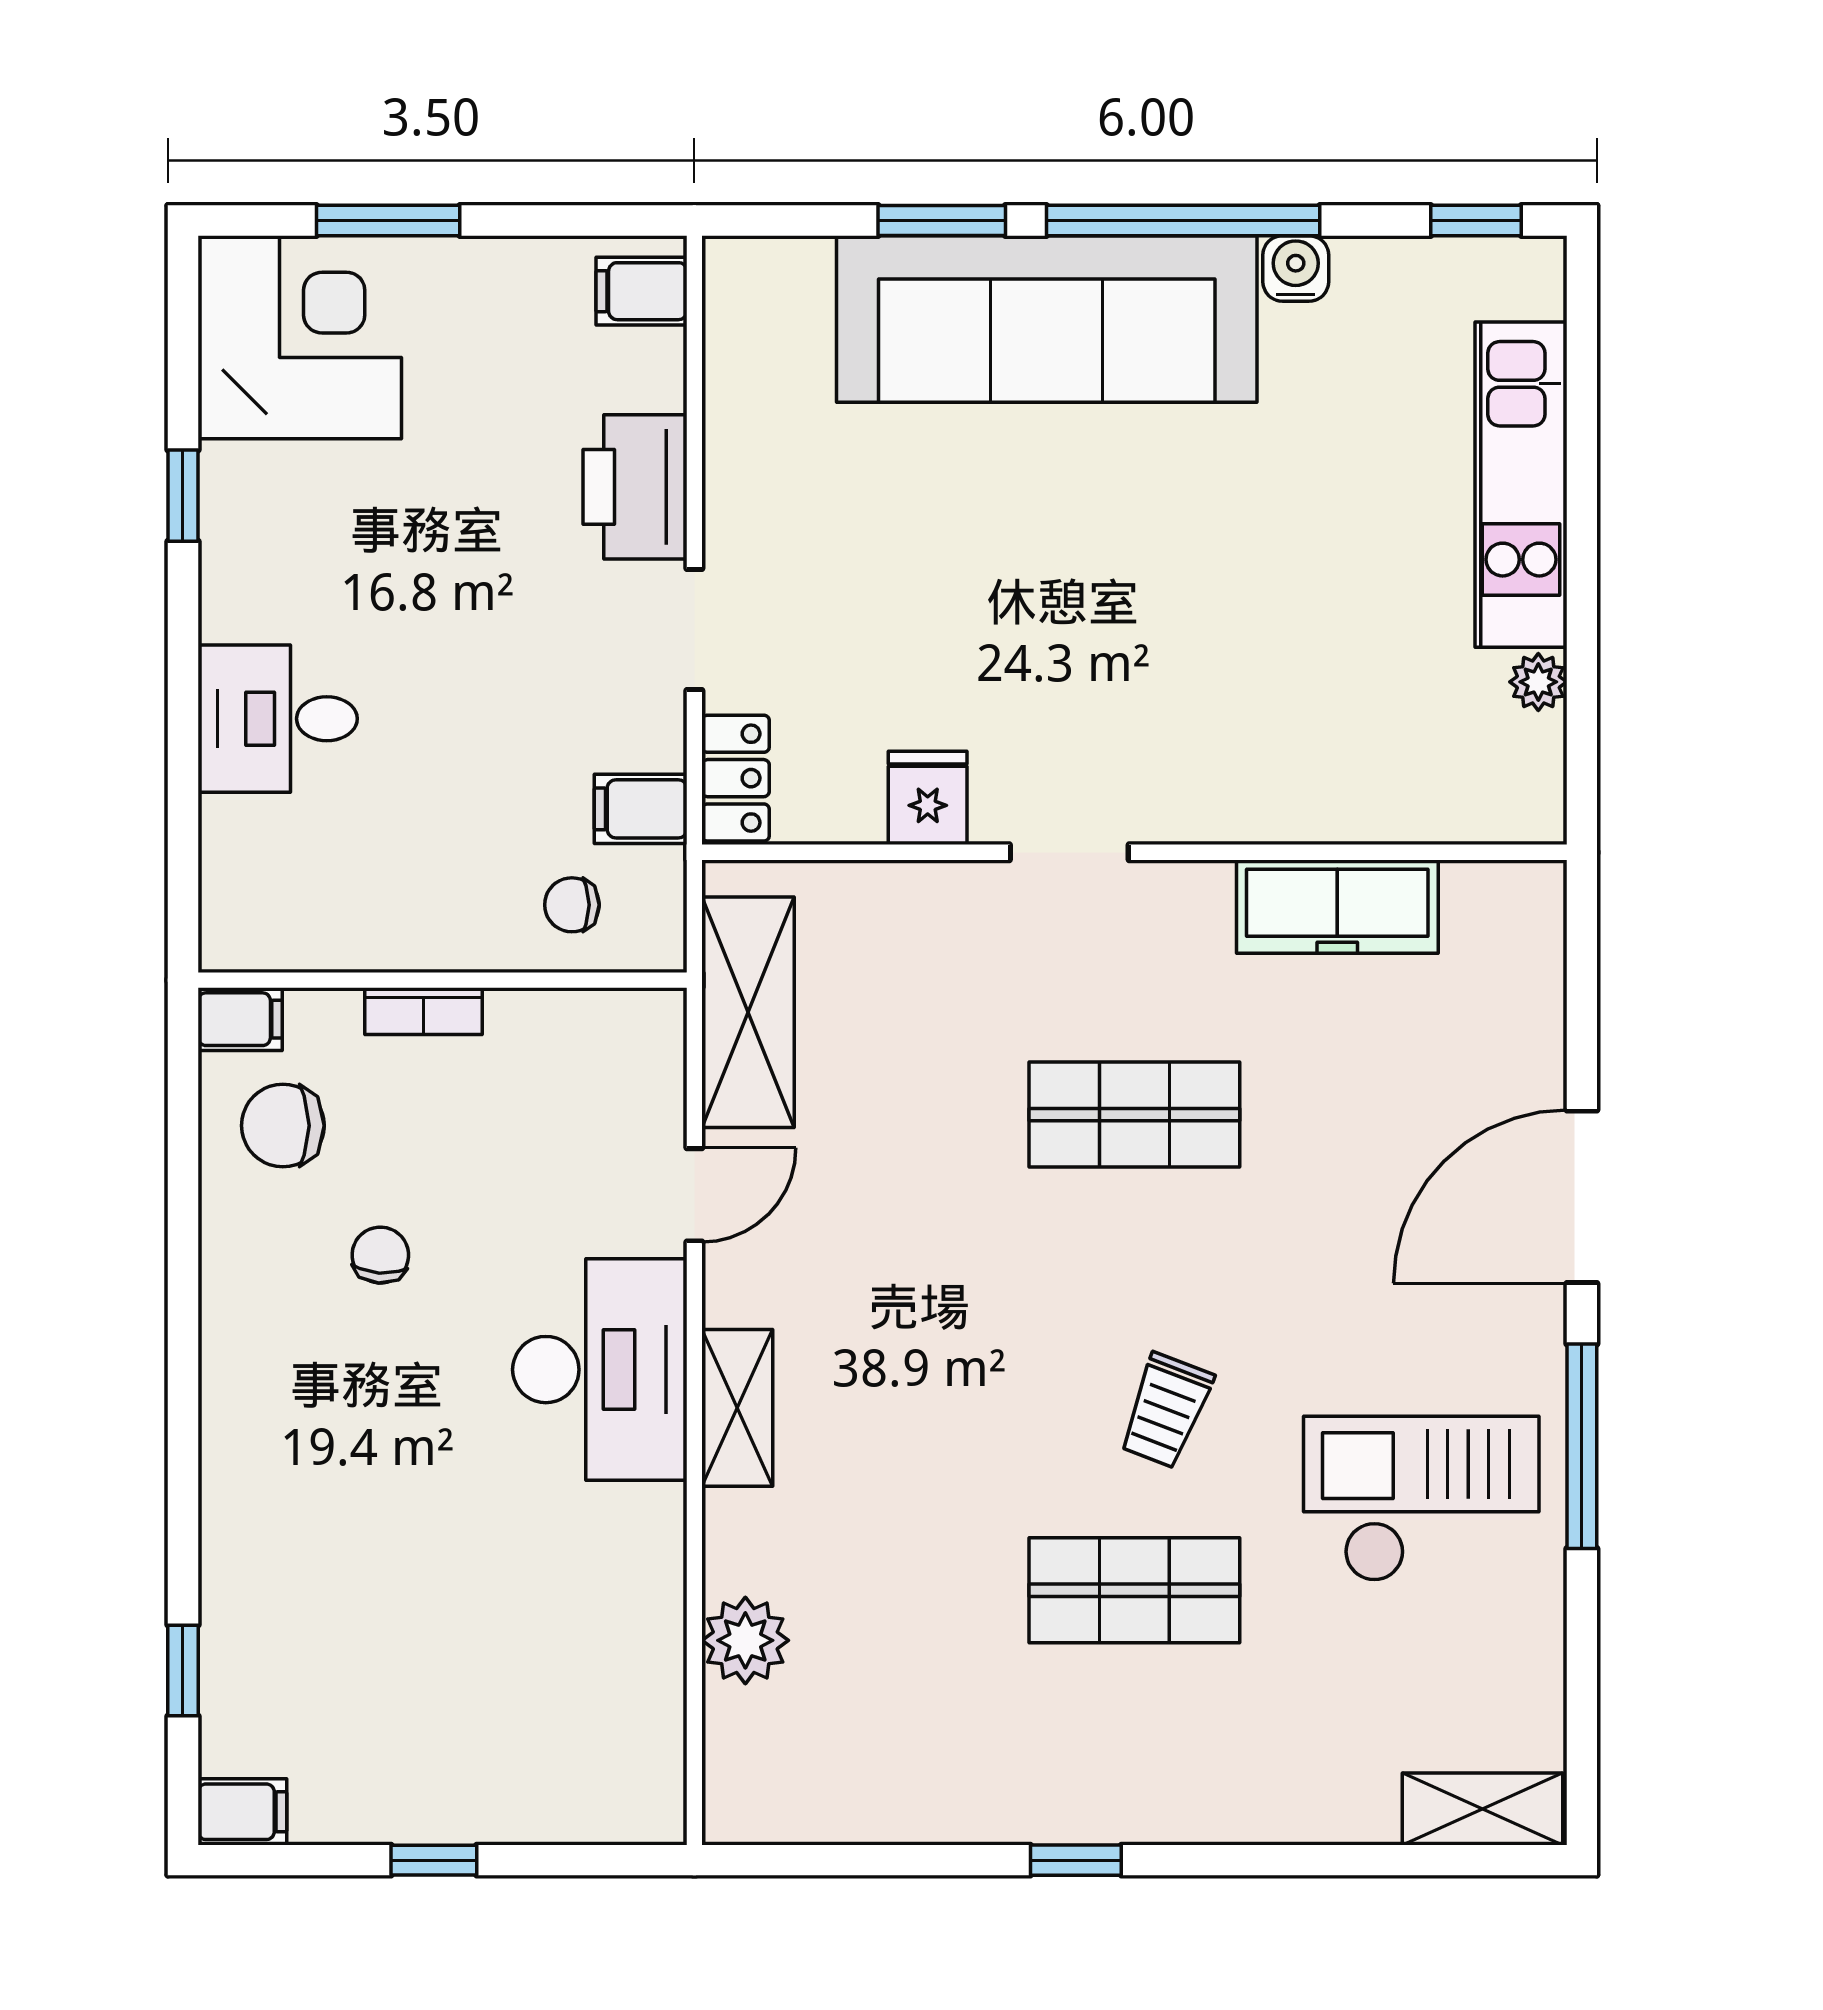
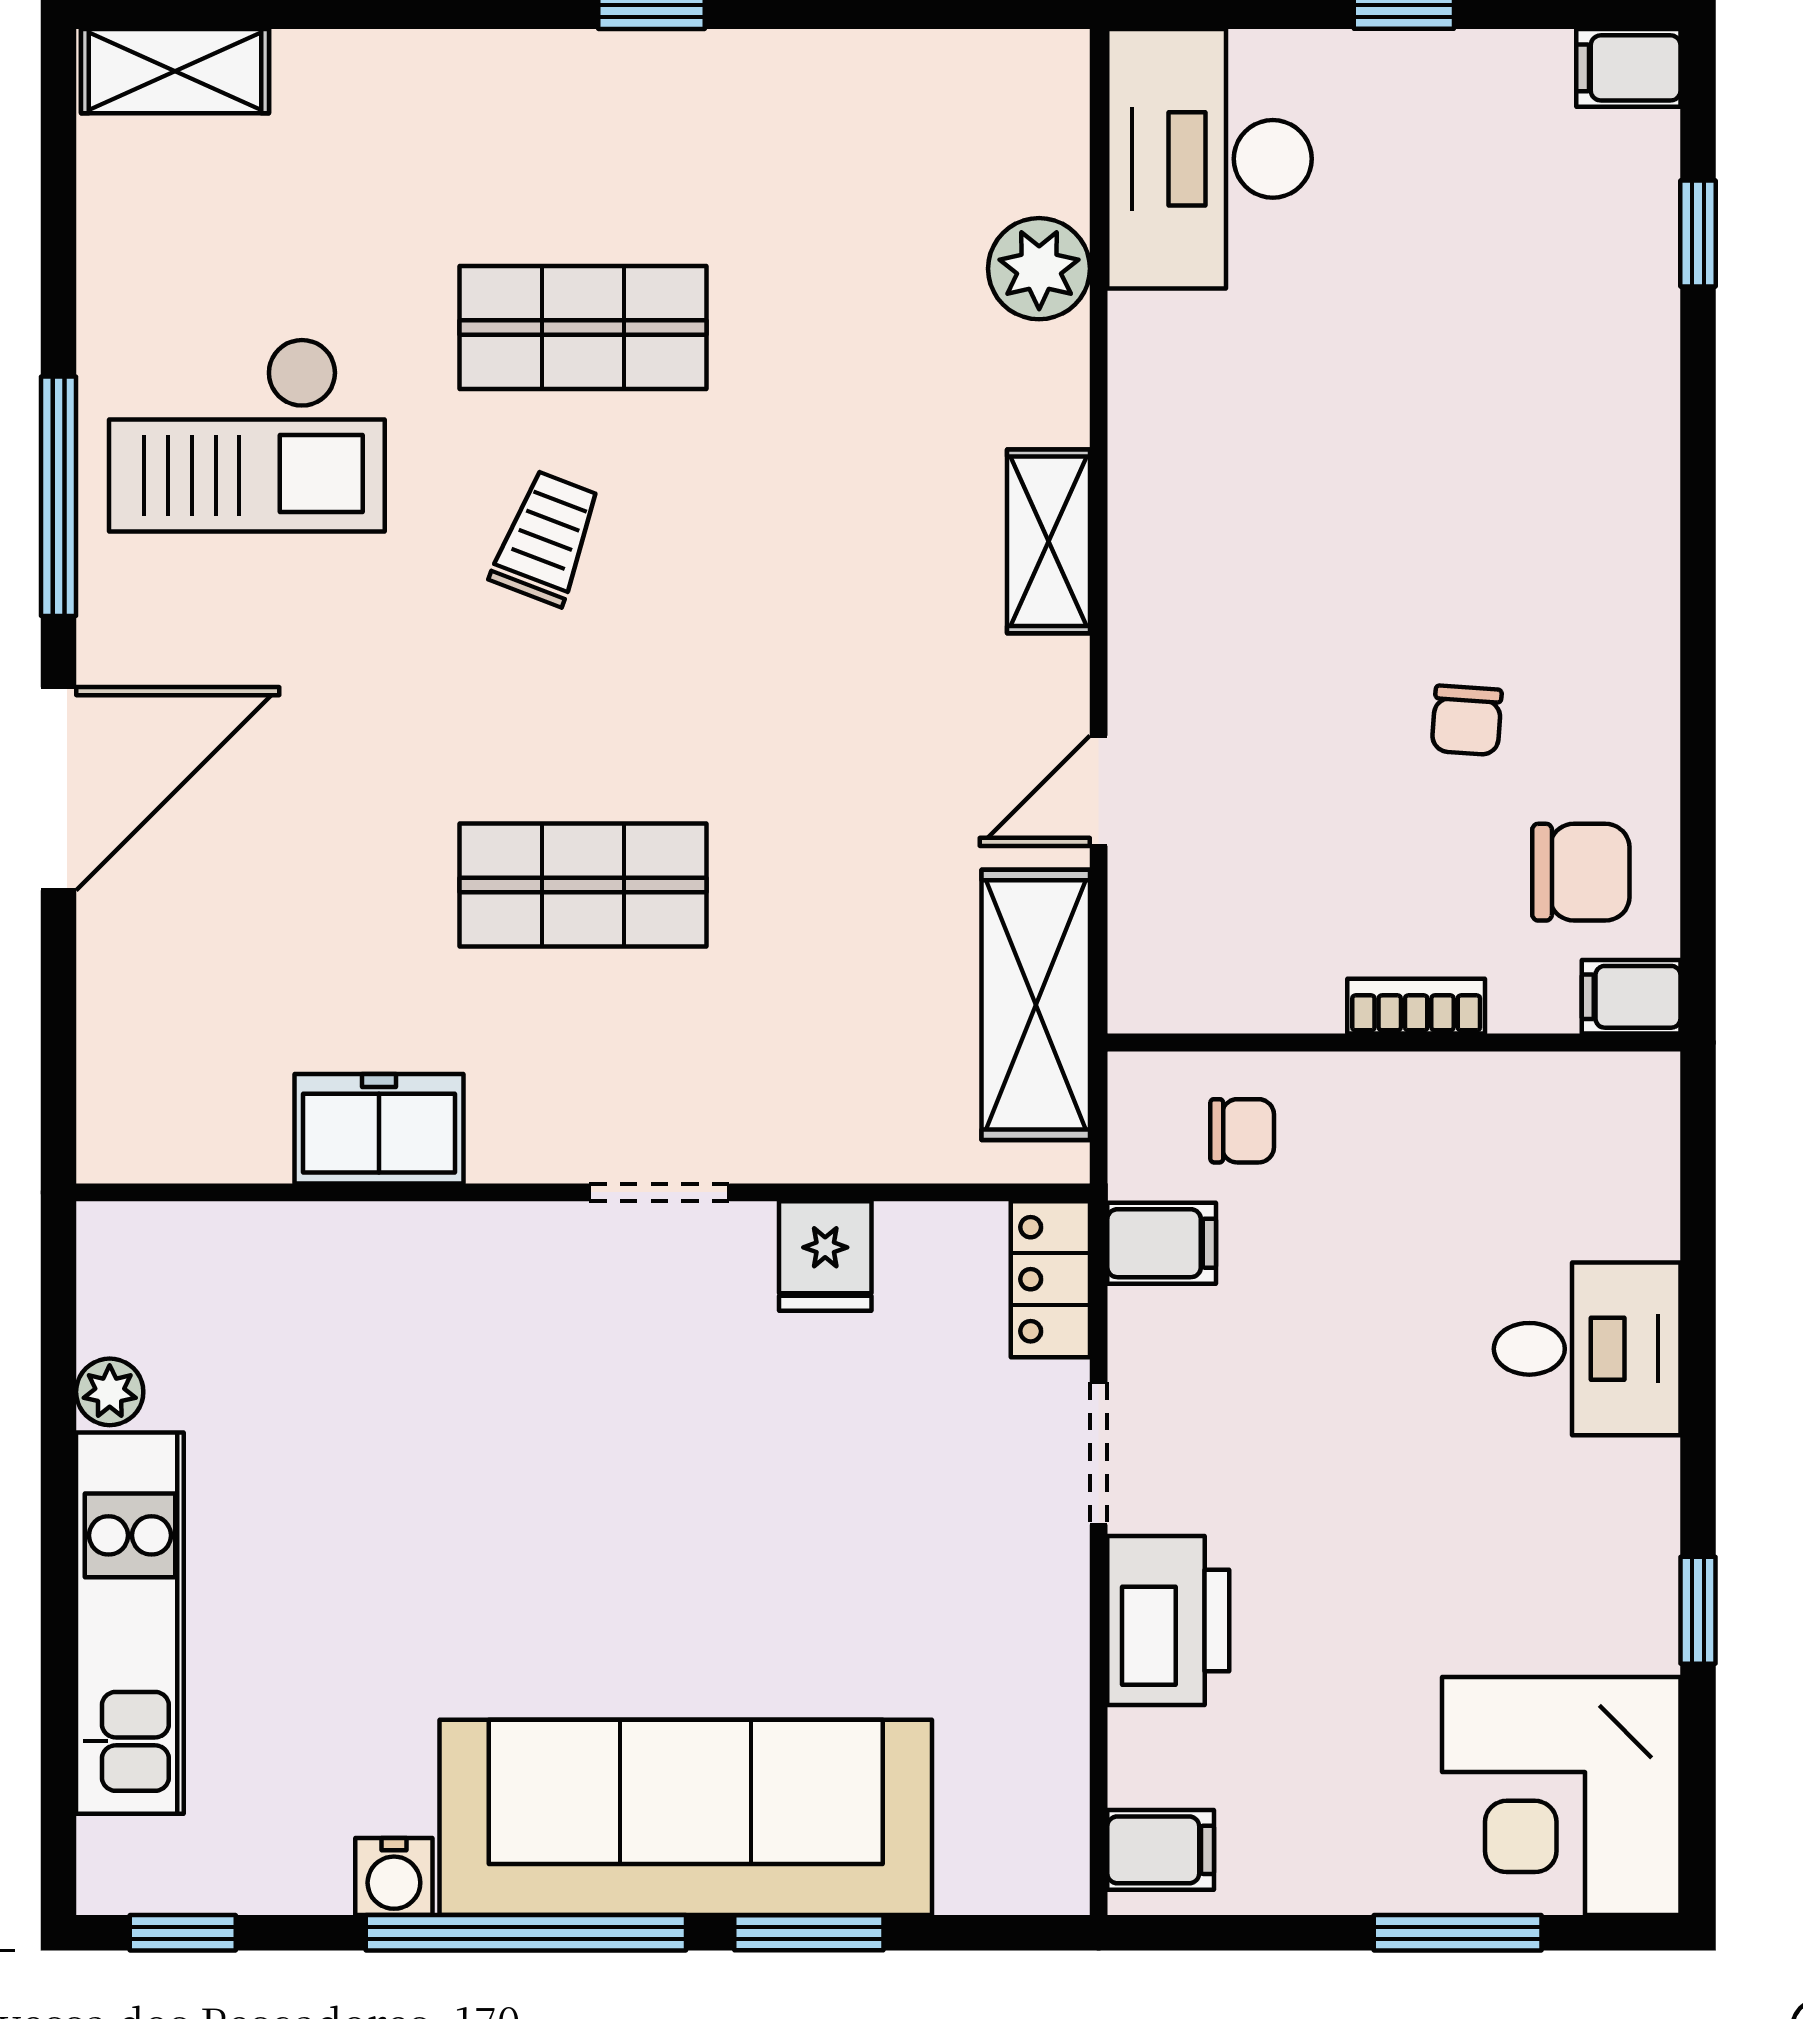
freezer: (1337, 907) -> (379, 1129), width x0.71
desk: (600, 1370) -> (1209, 159), moved

